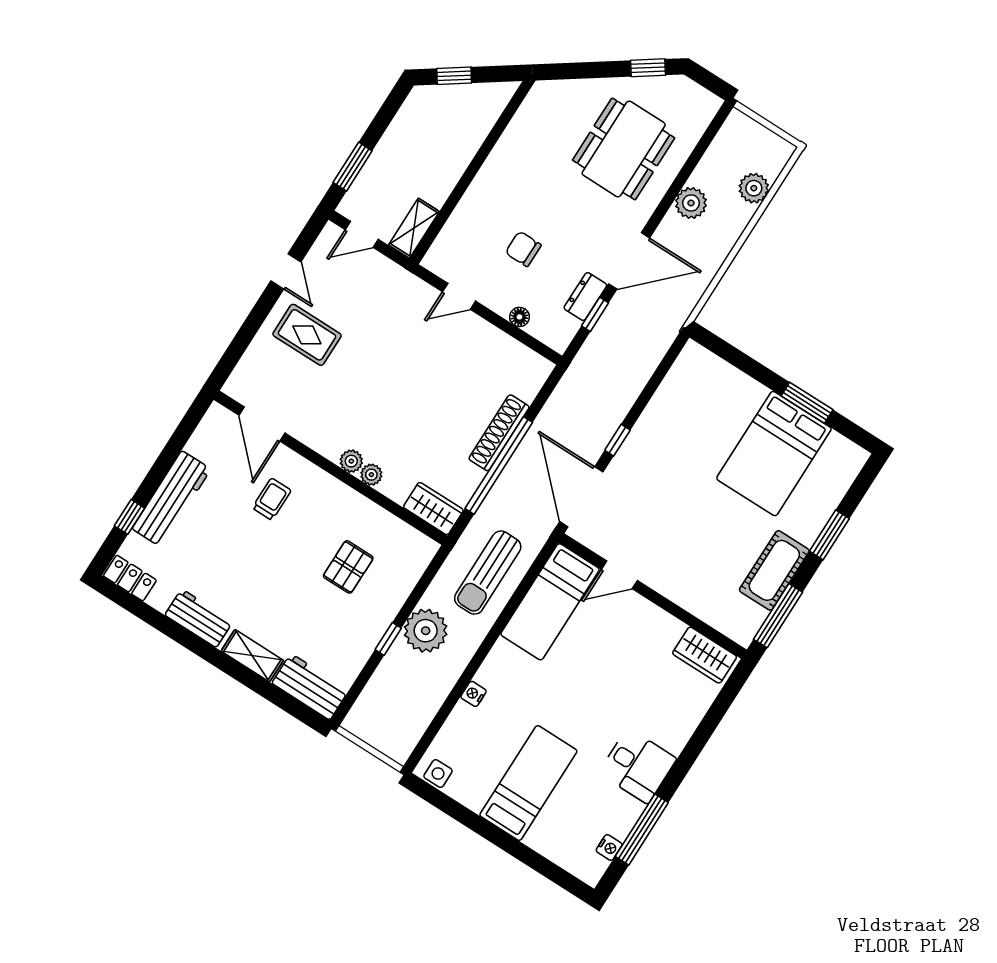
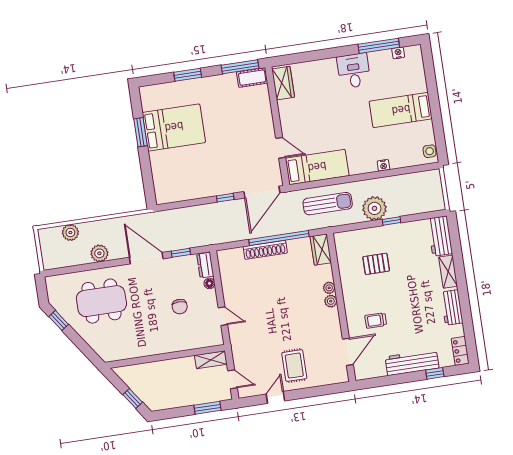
dresser: (585, 297) -> (205, 265), moved, turned 90
cot: (774, 570) -> (252, 78), moved, width x0.73, depth x0.75

